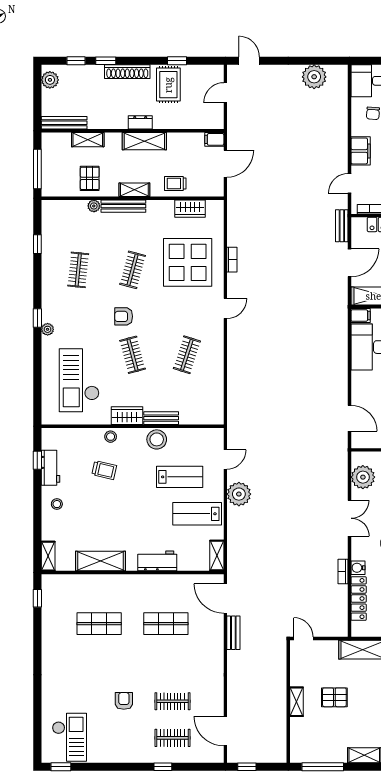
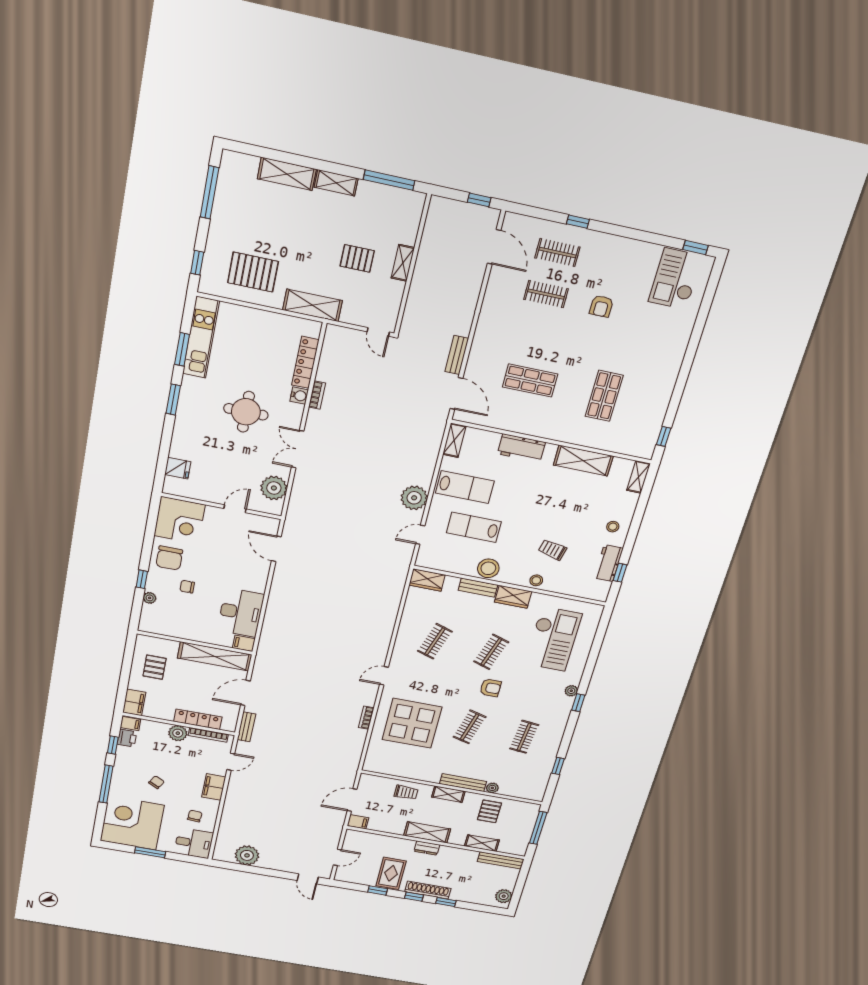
window: (76, 61) -> (414, 897), moved
wardrobe: (190, 209) -> (427, 580), moved, turned 180
clothes rail: (133, 355) -> (491, 652), turned 33
shop shelf: (99, 624) -> (604, 396), turned 90

